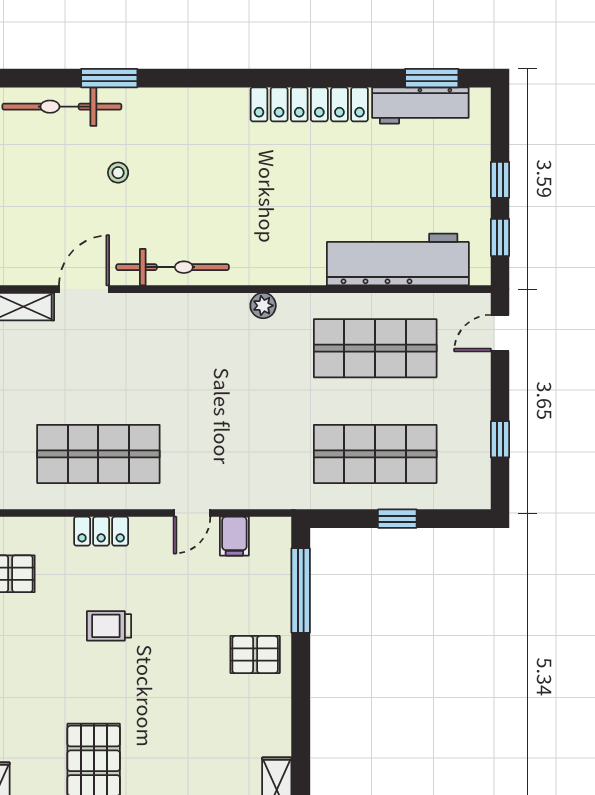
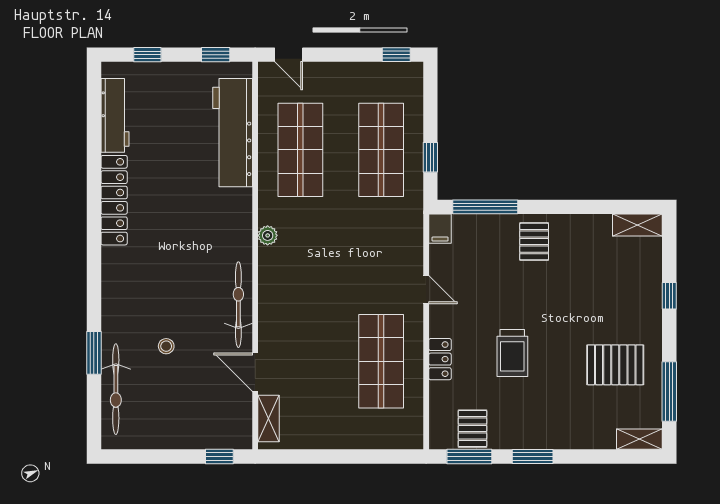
window: (432, 78) -> (94, 107), removed
window: (500, 180) -> (147, 55), moved
window: (500, 439) -> (396, 55), moved
window: (397, 519) -> (430, 157), moved
filing cabinet: (234, 536) -> (440, 229), moved, turned 90
trolley: (109, 626) -> (512, 353), width x1.36, depth x1.39

